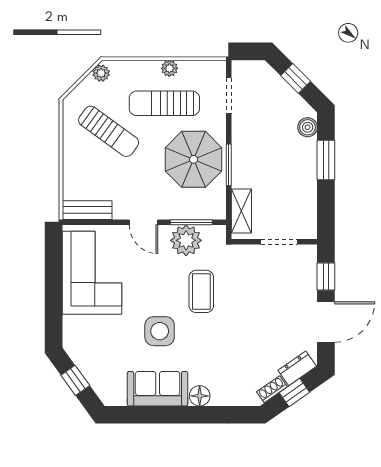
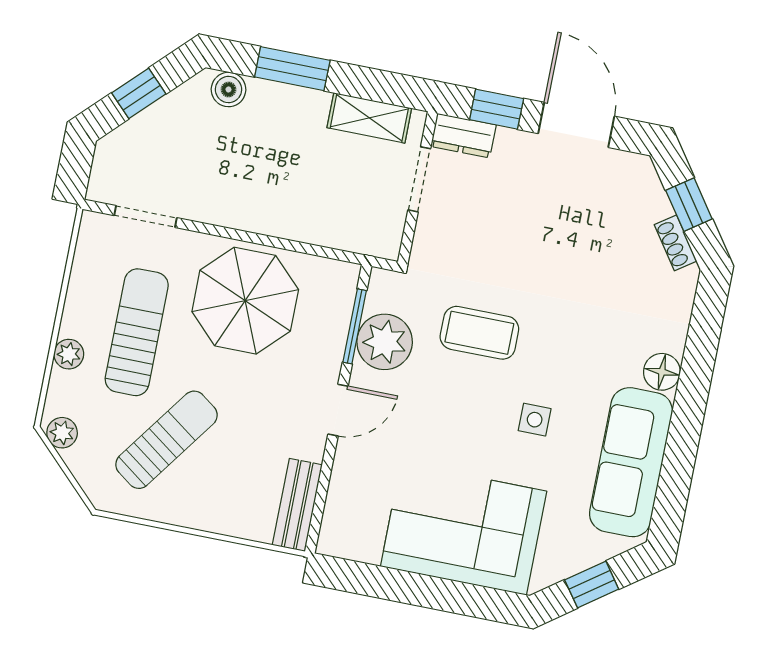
plant: (169, 68) -> (69, 354), moved
sun lounger: (164, 103) -> (137, 332), turned 180
window: (229, 165) -> (267, 241), removed
shelving: (241, 211) -> (369, 118), moved
corner sofa: (92, 273) -> (464, 529), moved
side table: (160, 331) -> (535, 420), width x0.54, depth x0.54
dresser: (297, 368) -> (463, 136), moved, turned -55
sofa: (158, 389) -> (631, 462), width x1.36

